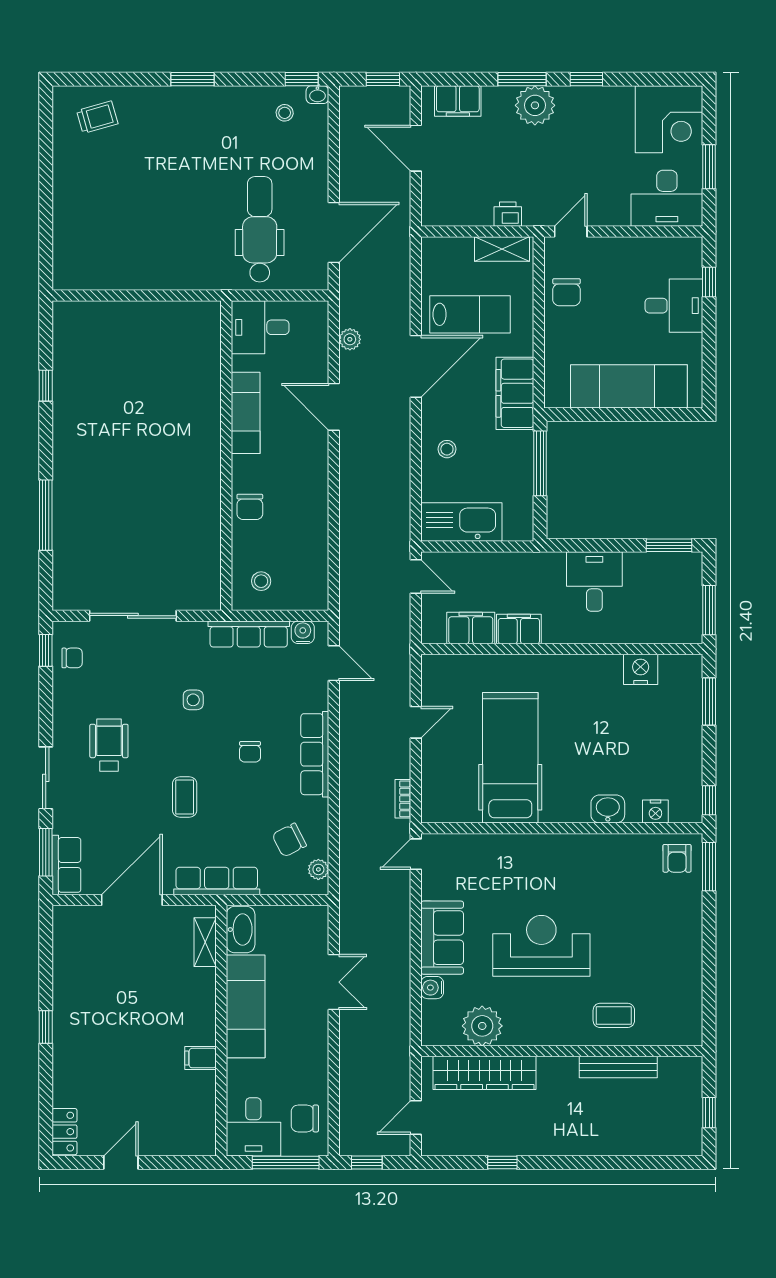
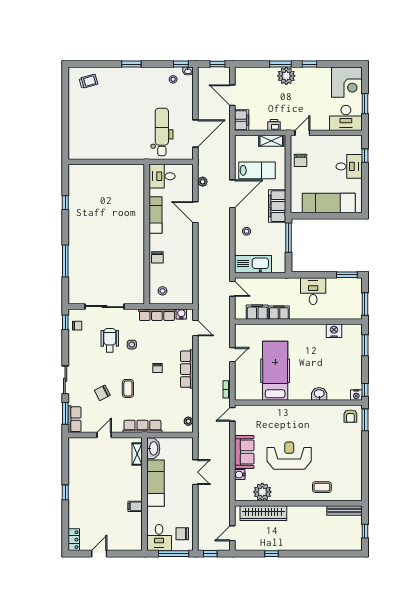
filing cabinet: (458, 101) -> (242, 120), moved, turned -90
wheelchair: (109, 745) -> (110, 340), moved
nightstand: (655, 811) -> (356, 395), moved
chair: (289, 840) -> (102, 393), moved
door: (132, 900) -> (104, 435), width x0.53
bench: (618, 1067) -> (345, 511), moved

